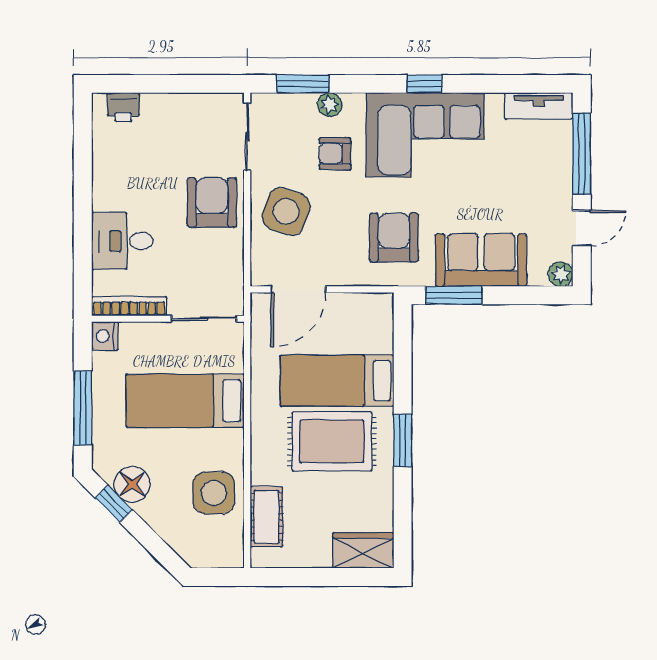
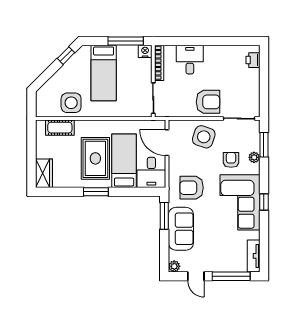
armchair: (394, 237) -> (192, 188), turned 180
desk: (362, 323) -> (151, 172), added
bed: (185, 401) -> (104, 73), moved, turned 180
window: (83, 408) -> (126, 41), moved
floor lamp: (132, 484) -> (75, 64), removed

